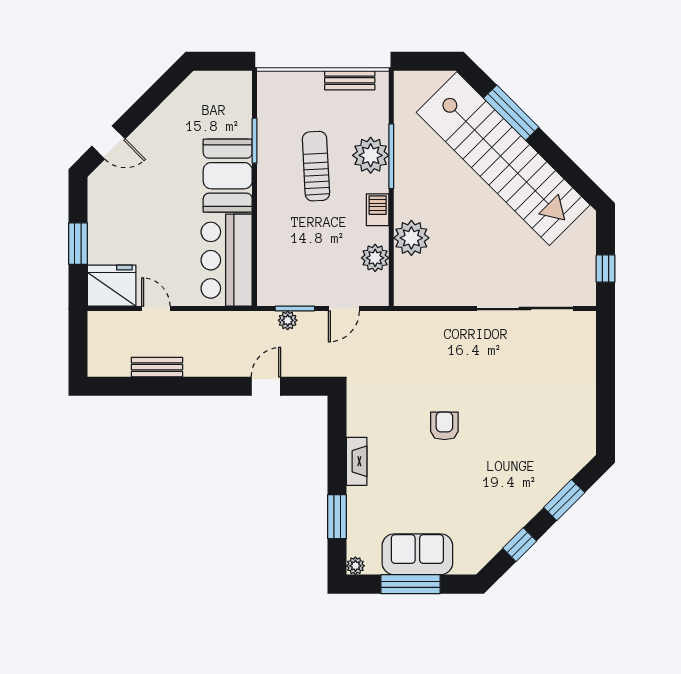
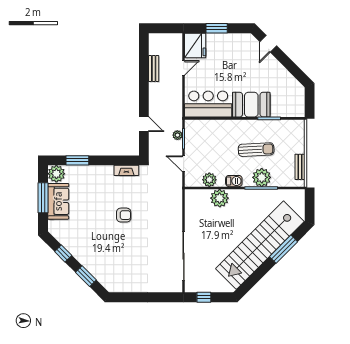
fireplace: (357, 461) -> (126, 170), moved
plant: (355, 566) -> (56, 174), width x1.88, depth x1.88

